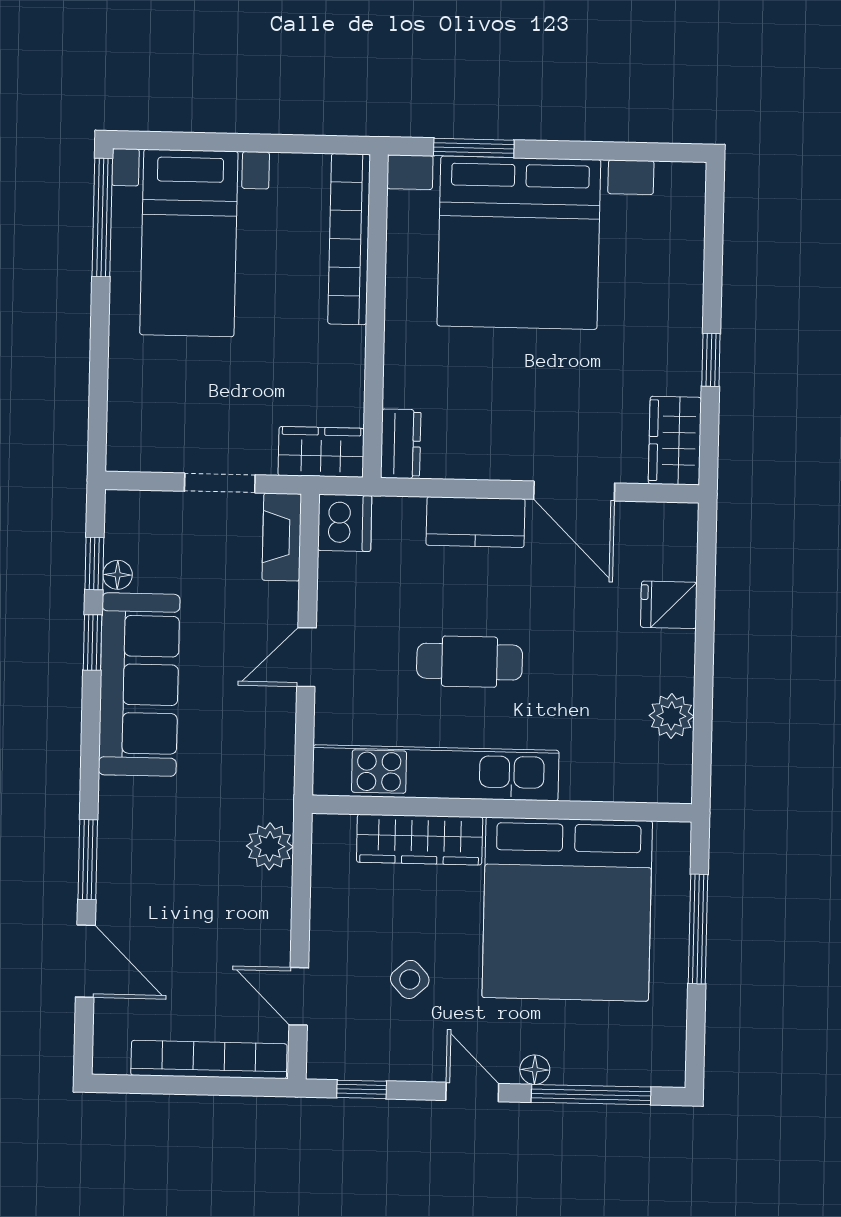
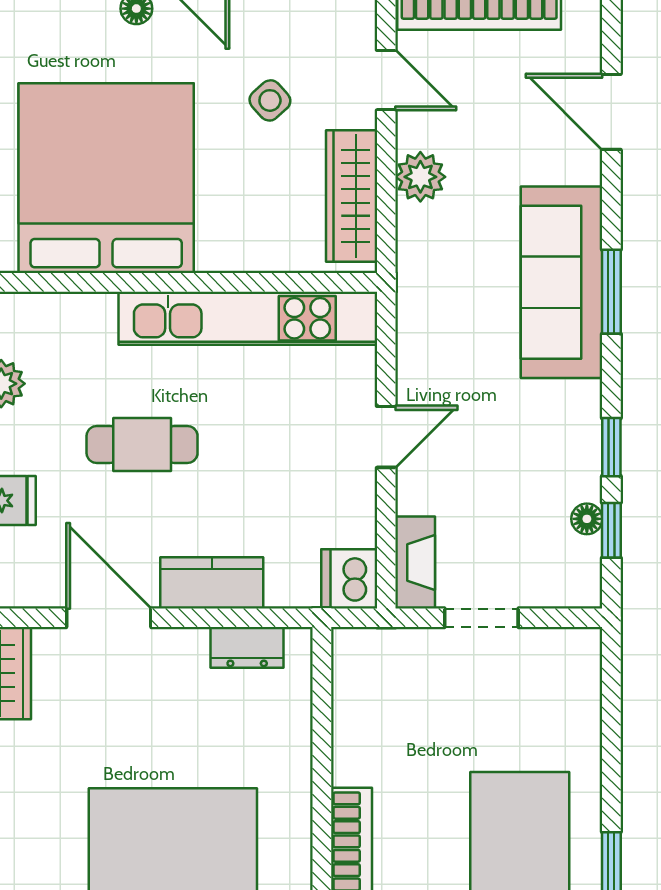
dresser: (401, 444) -> (247, 647), moved, turned -90
wardrobe: (321, 452) -> (376, 653), removed
cafe table: (470, 662) -> (142, 445), moved
sofa: (139, 685) -> (562, 282), moved
wardrobe: (420, 840) -> (352, 196), moved, turned -90
plant: (270, 846) -> (420, 177), moved
window: (88, 860) -> (611, 292), moved

